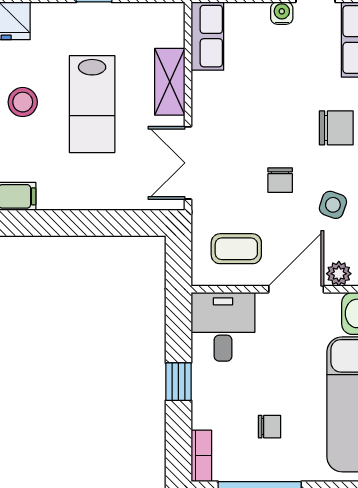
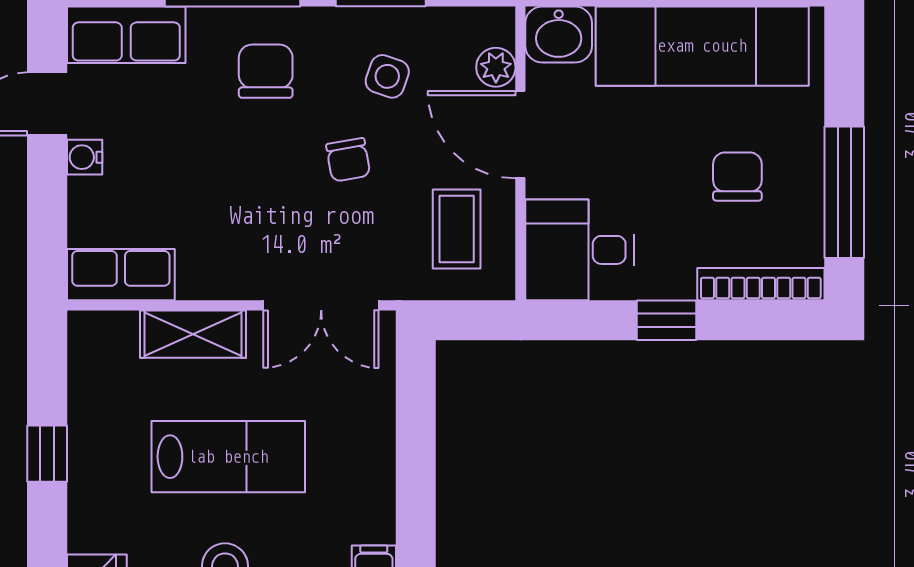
chair: (280, 180) -> (348, 160), turned 80
chair: (270, 427) -> (737, 177), width x1.37, depth x1.37
bookcase: (201, 456) -> (761, 284), width x1.56

